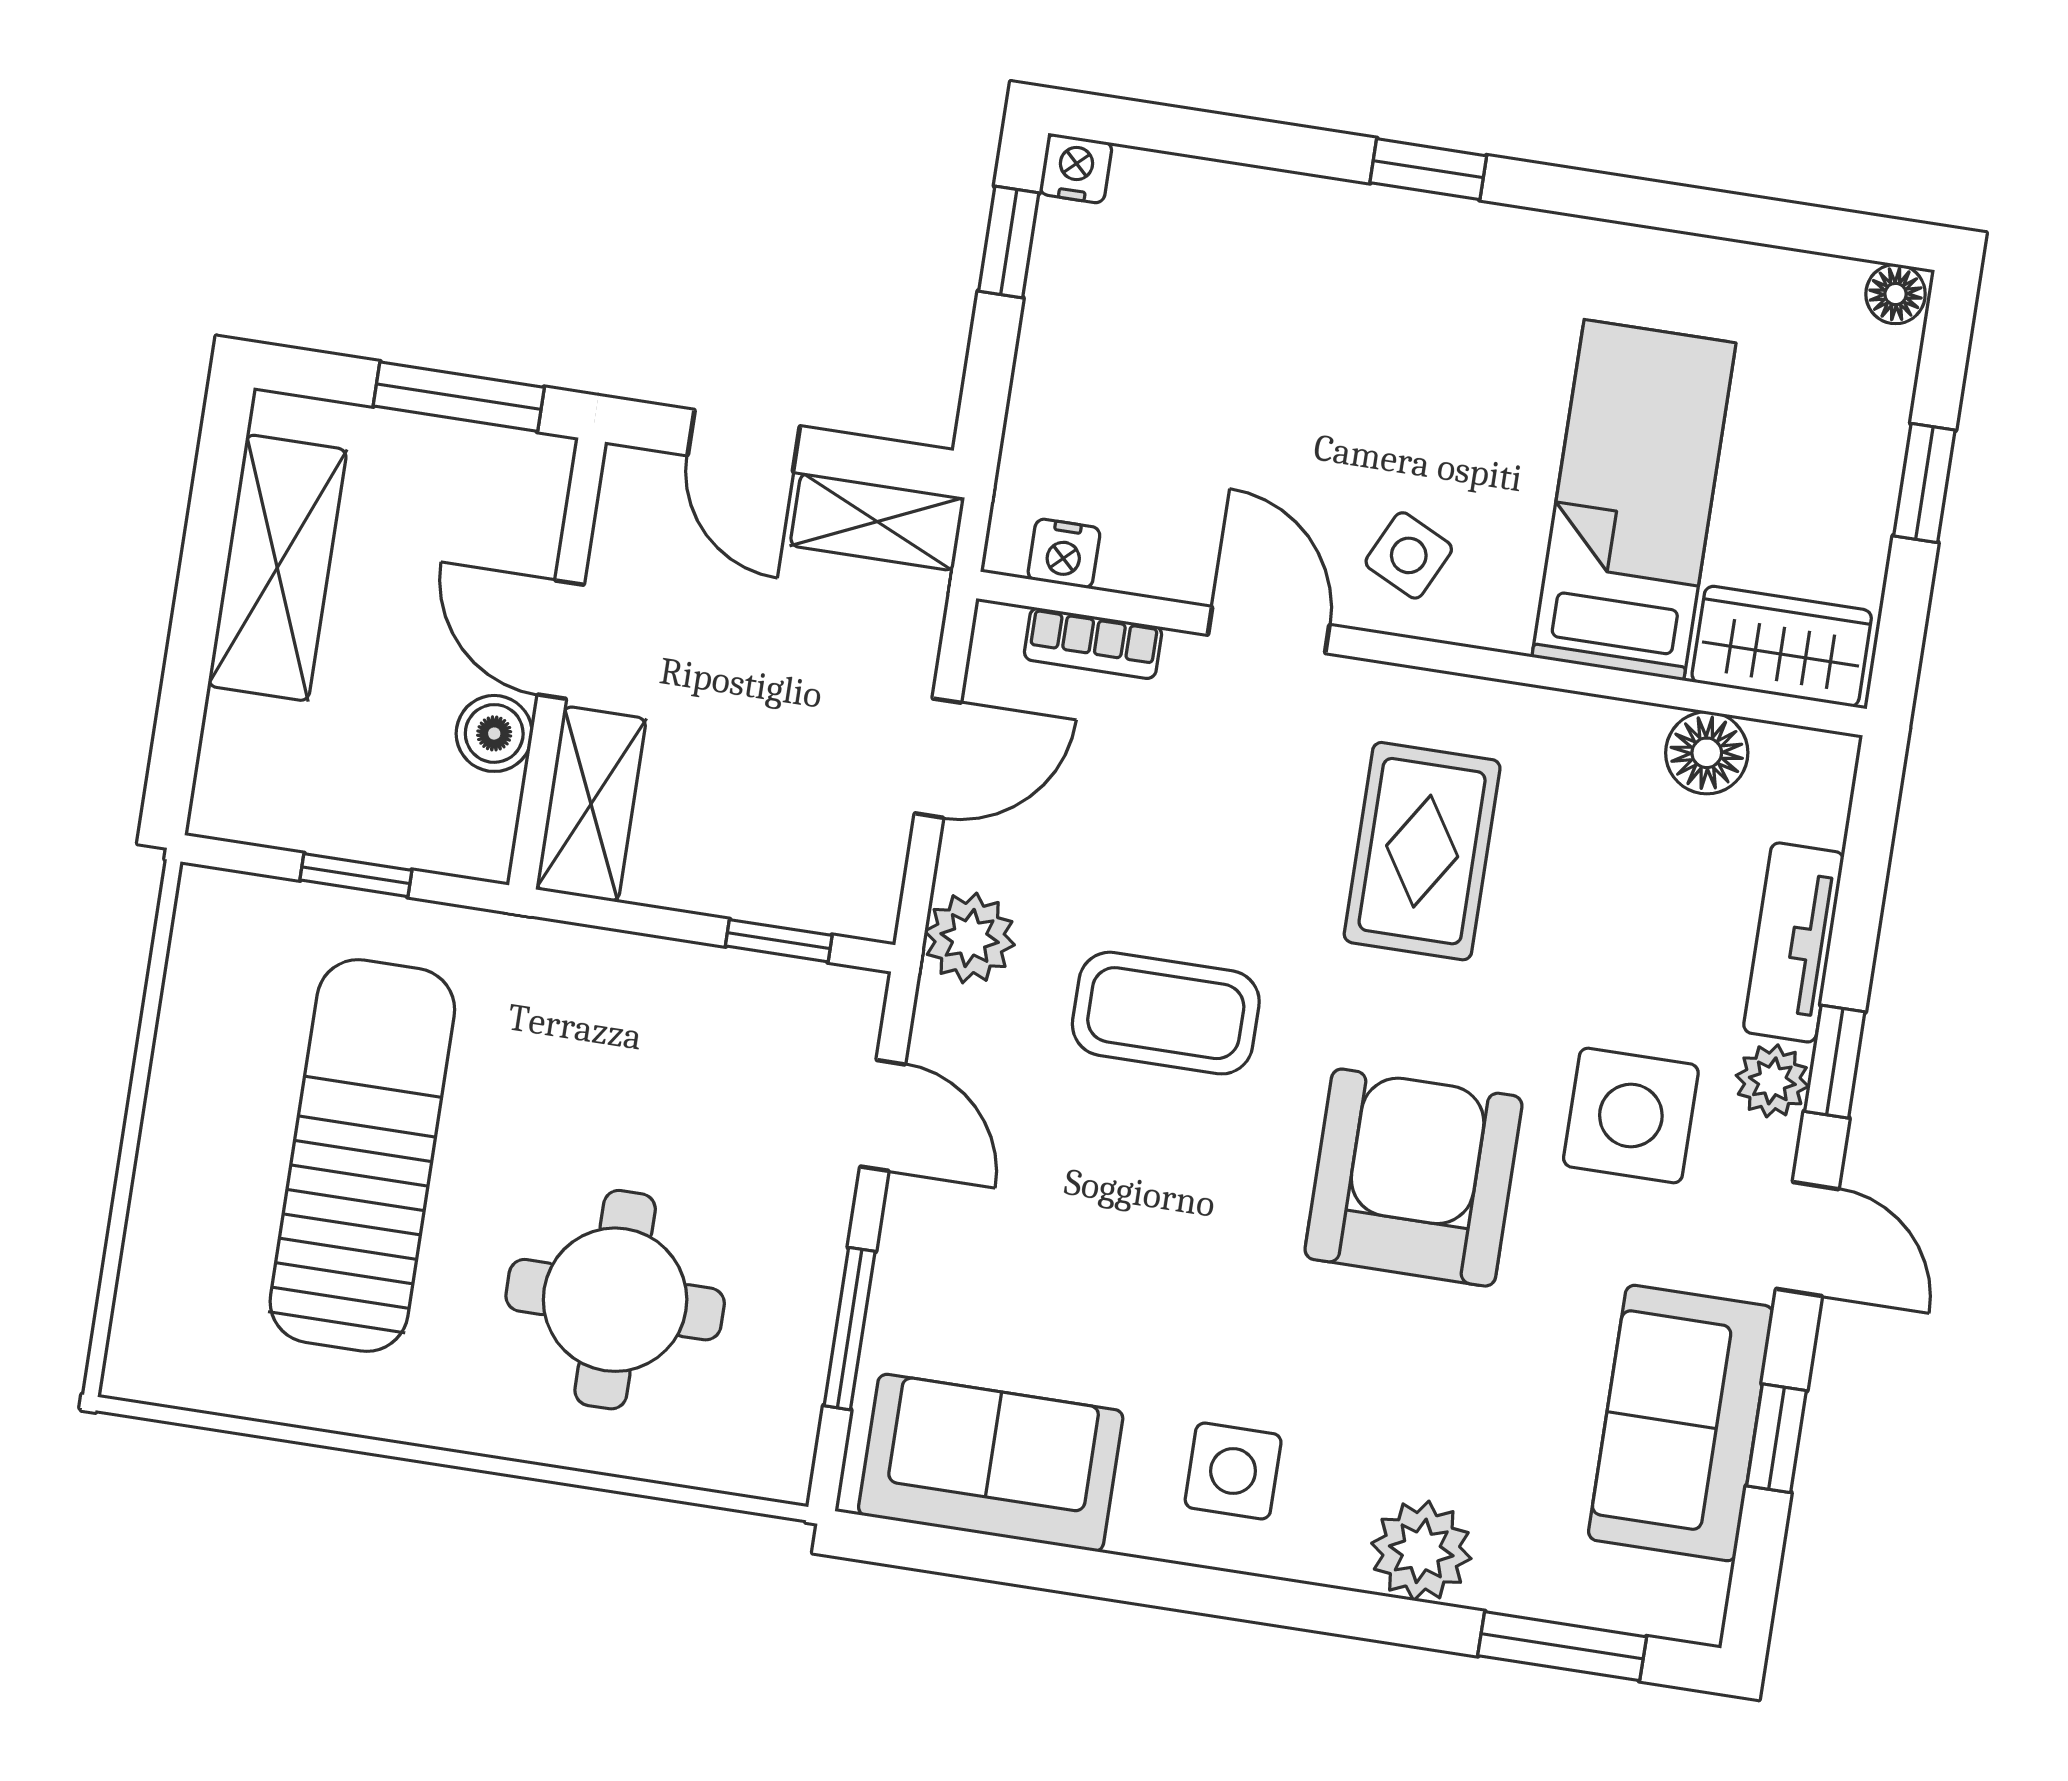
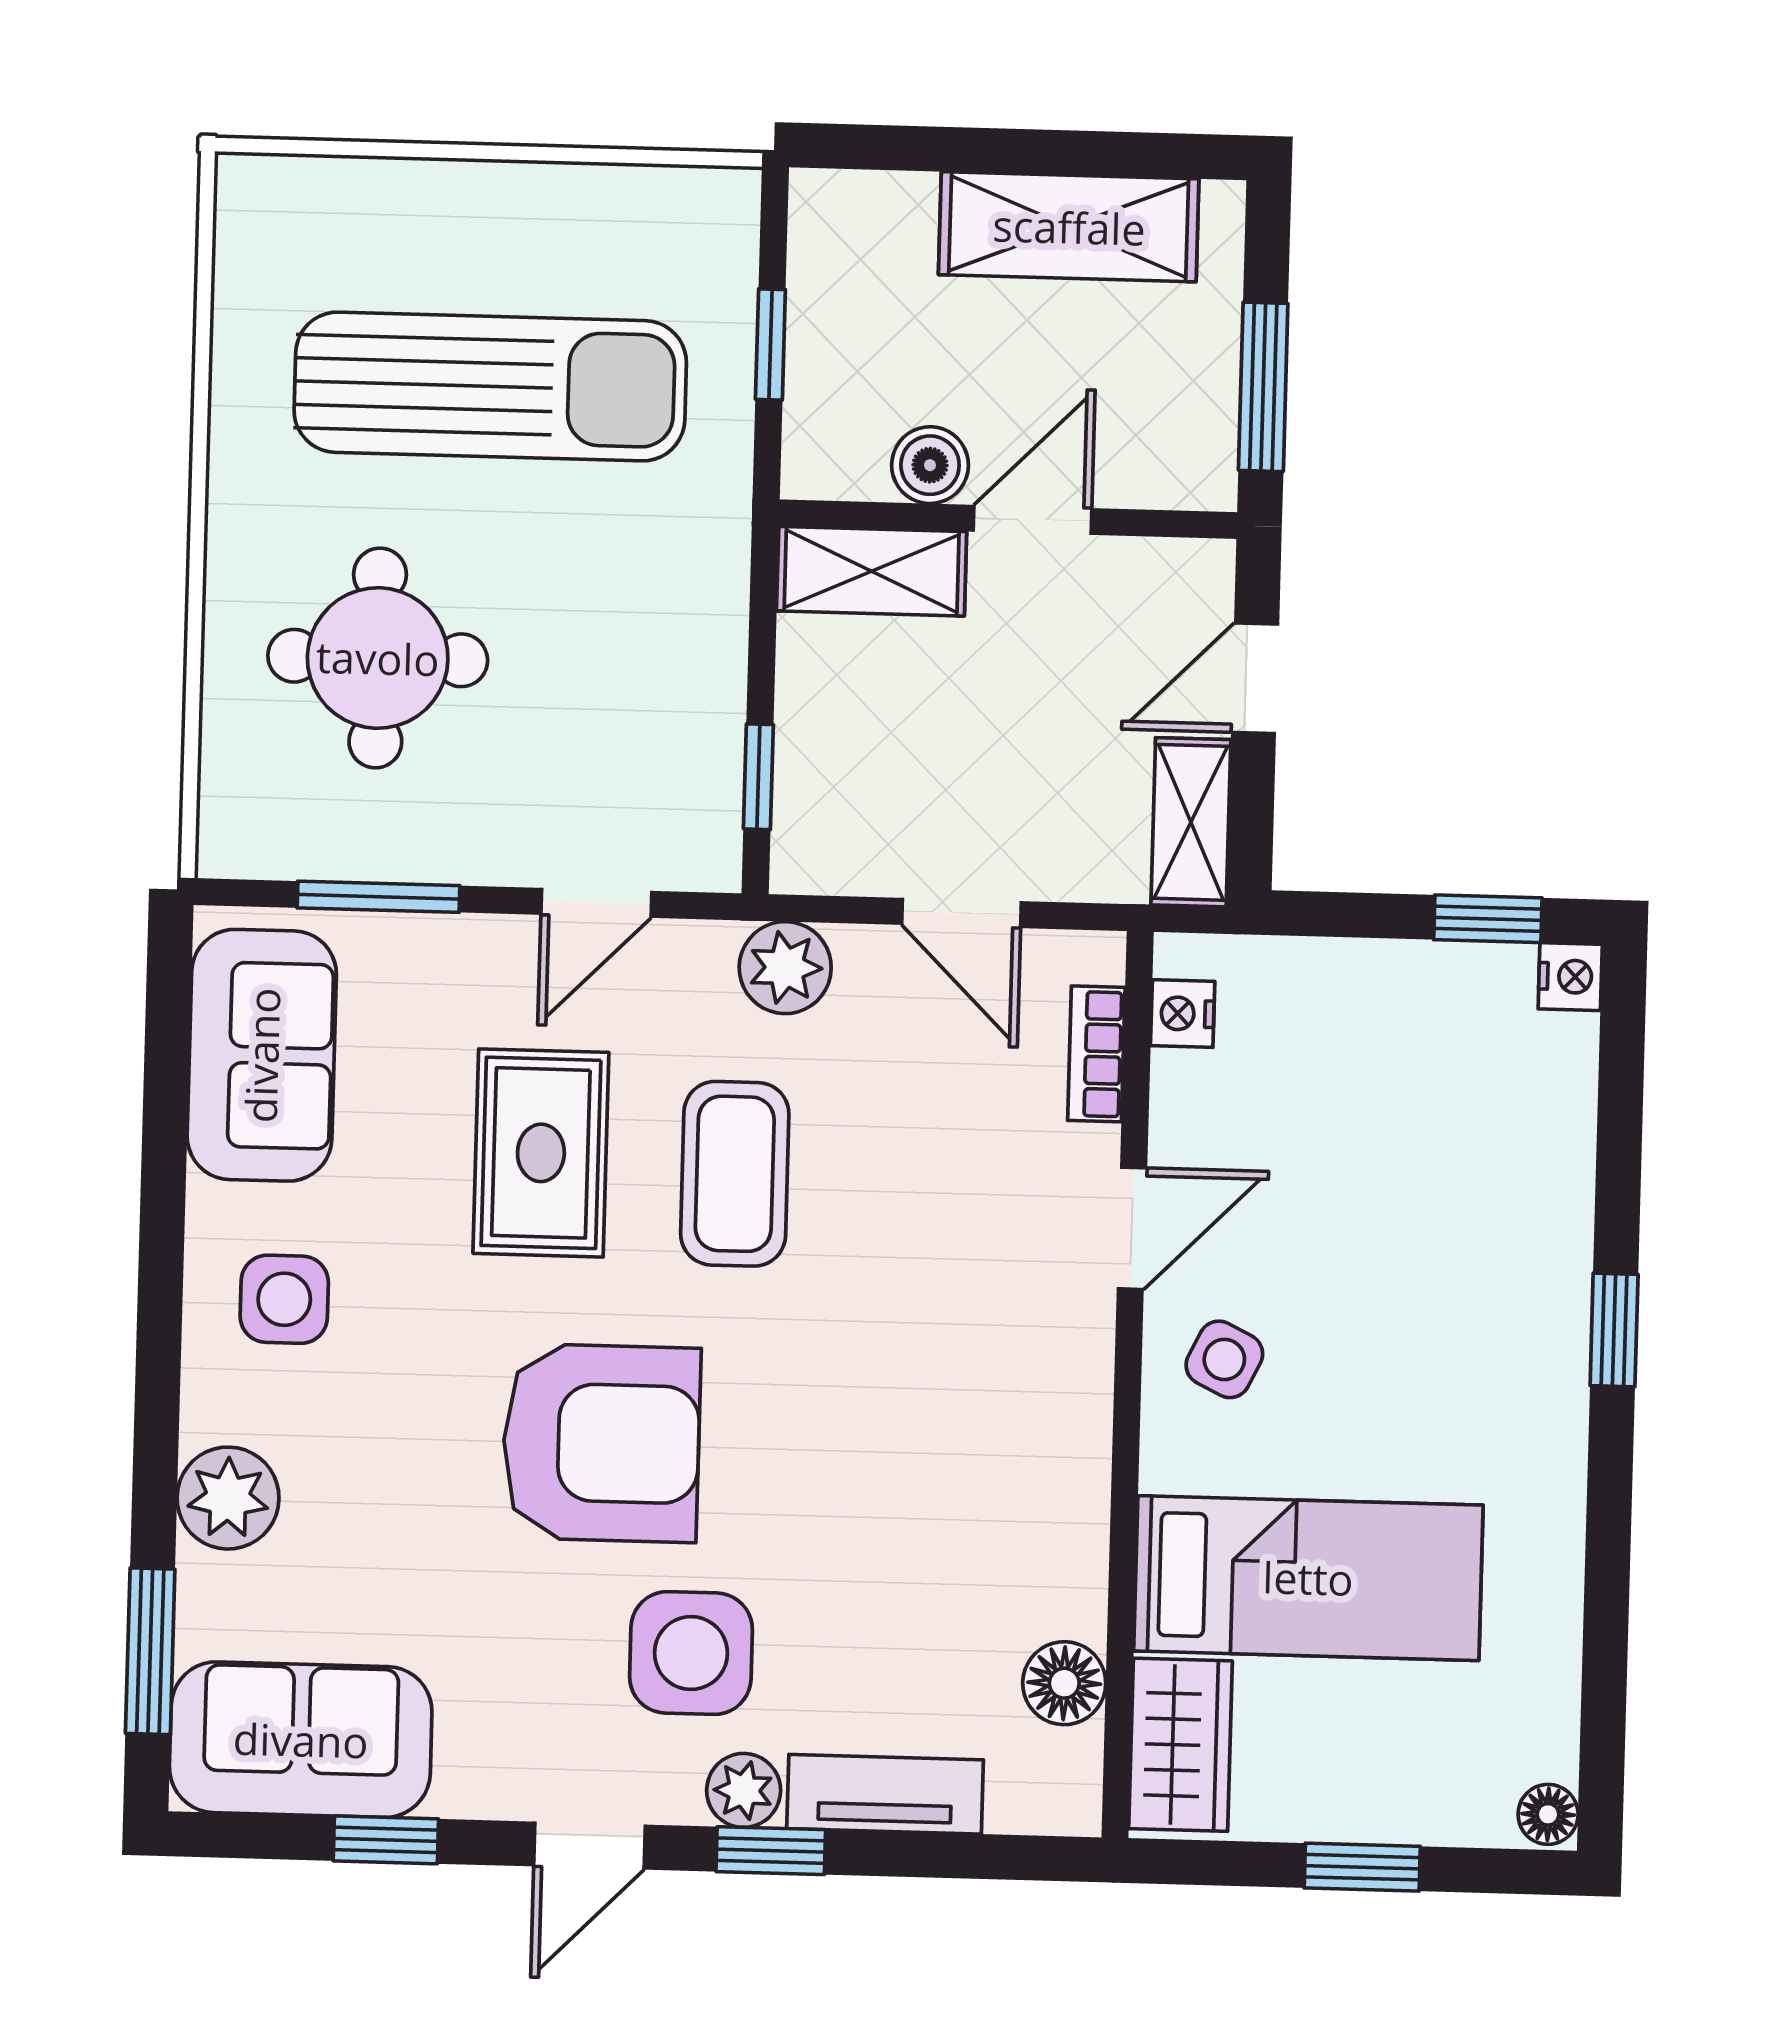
rug: (1422, 851) -> (541, 1153), moved, turned 90
sofa: (1681, 1423) -> (301, 1740), moved

